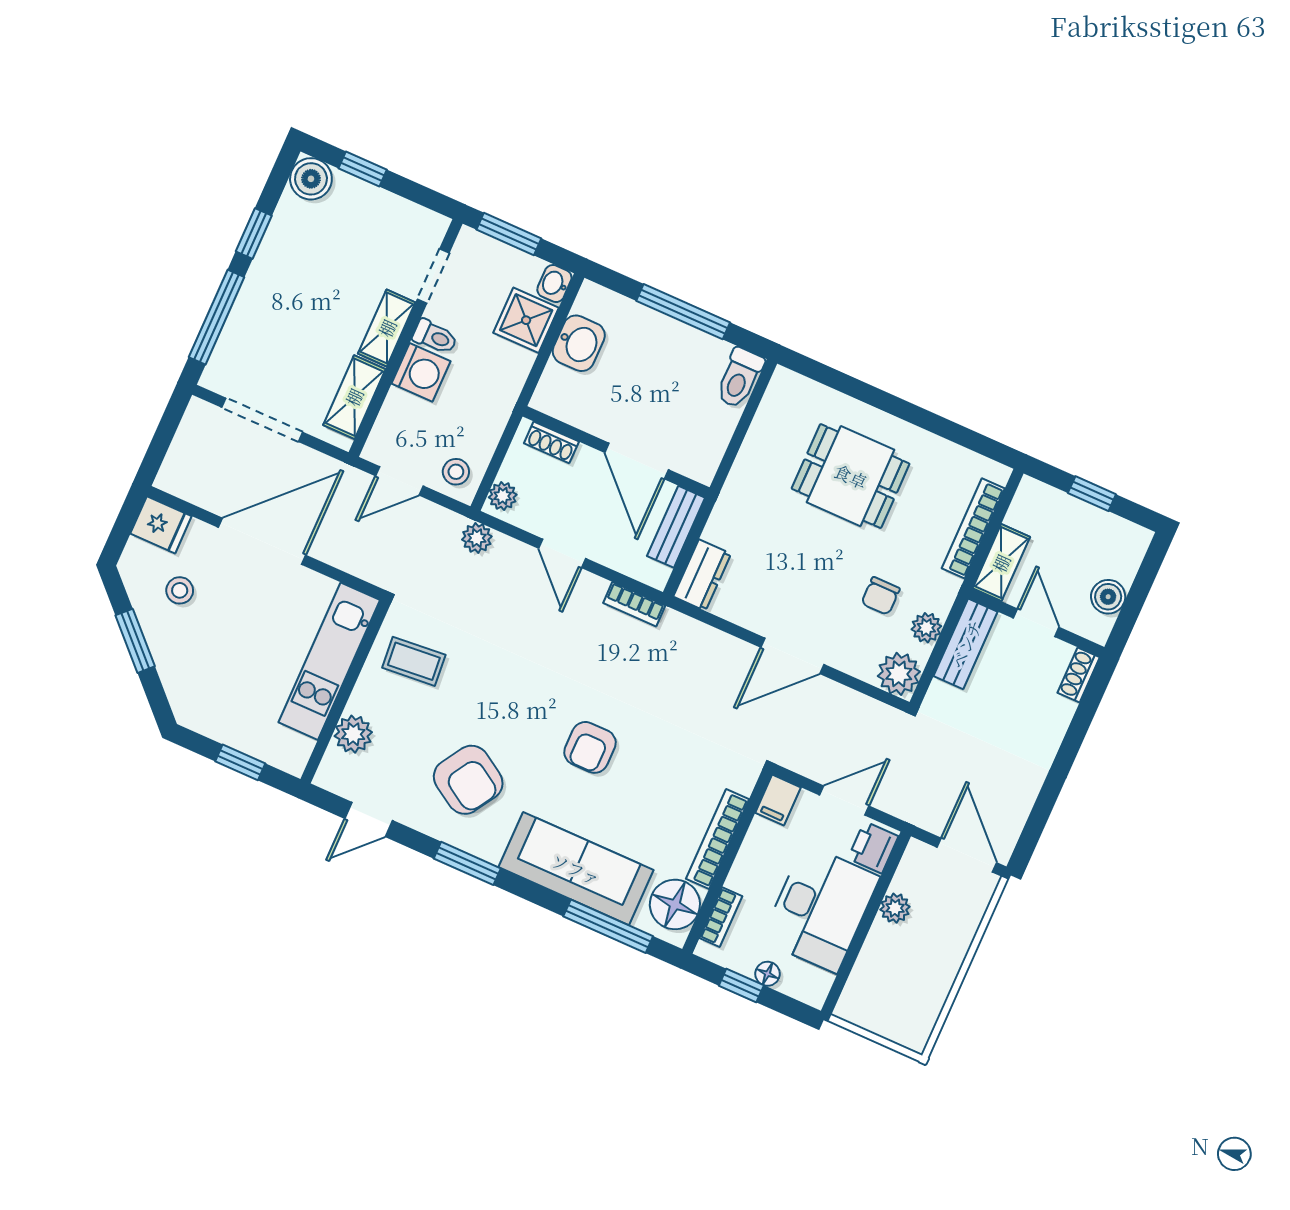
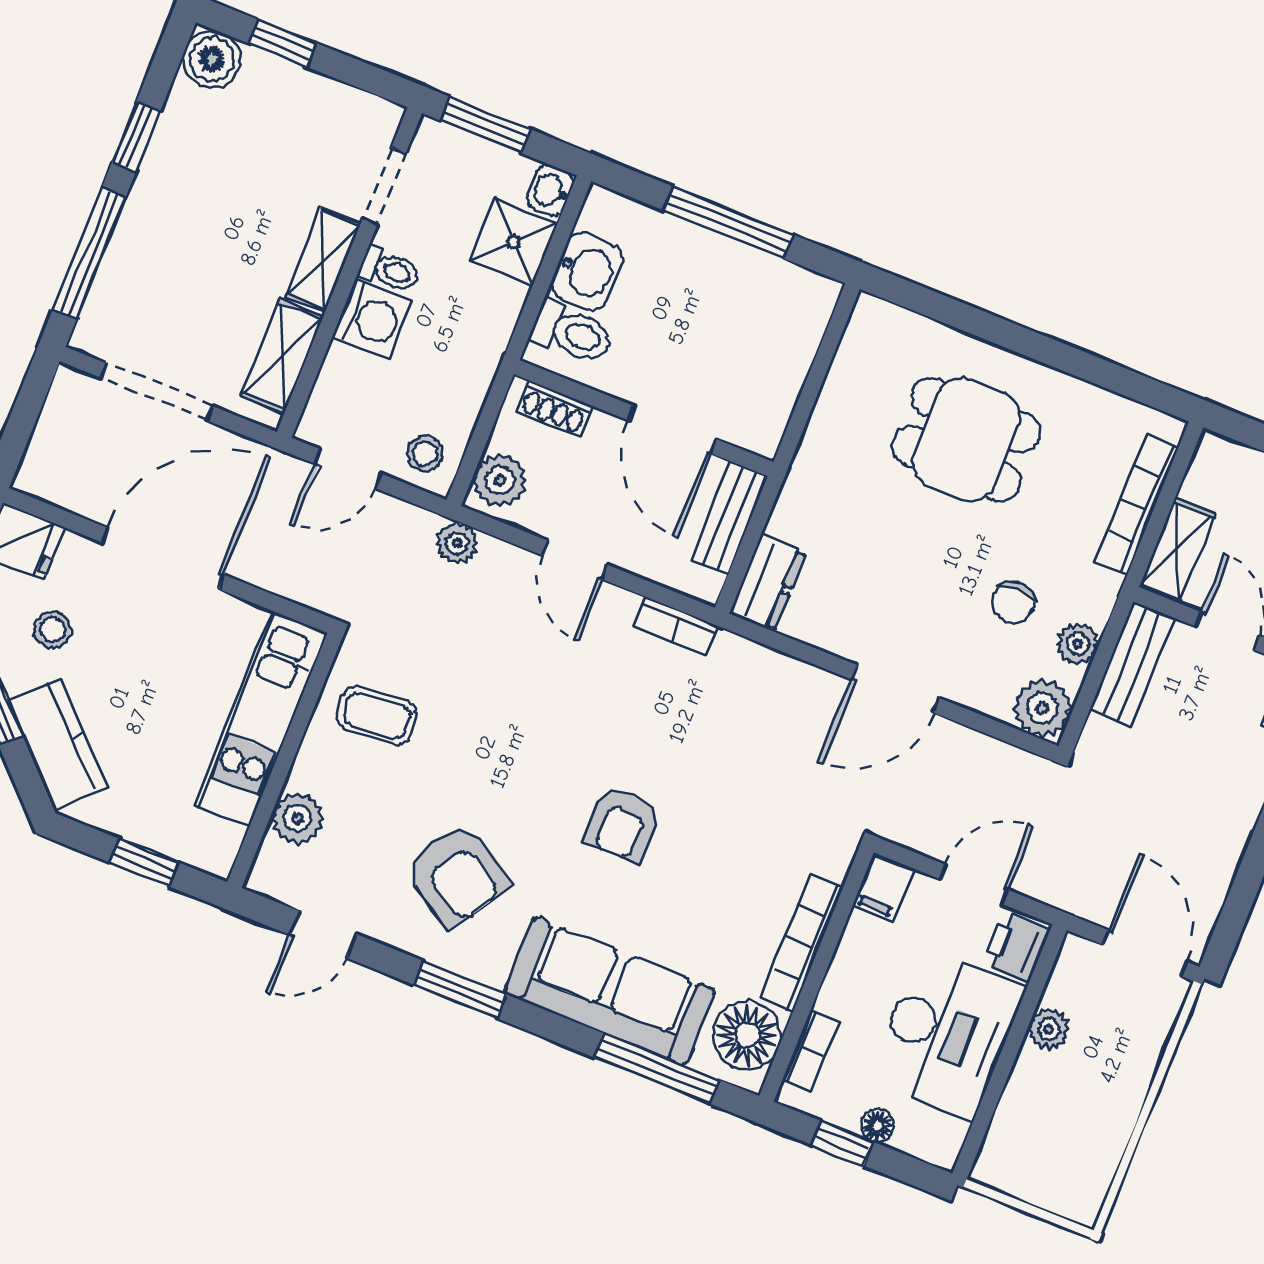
toilet: (740, 378) -> (572, 333), moved, turned -90
plant: (503, 496) -> (500, 480), width x1.38, depth x1.38
kitchen counter: (180, 673) -> (58, 743), added

